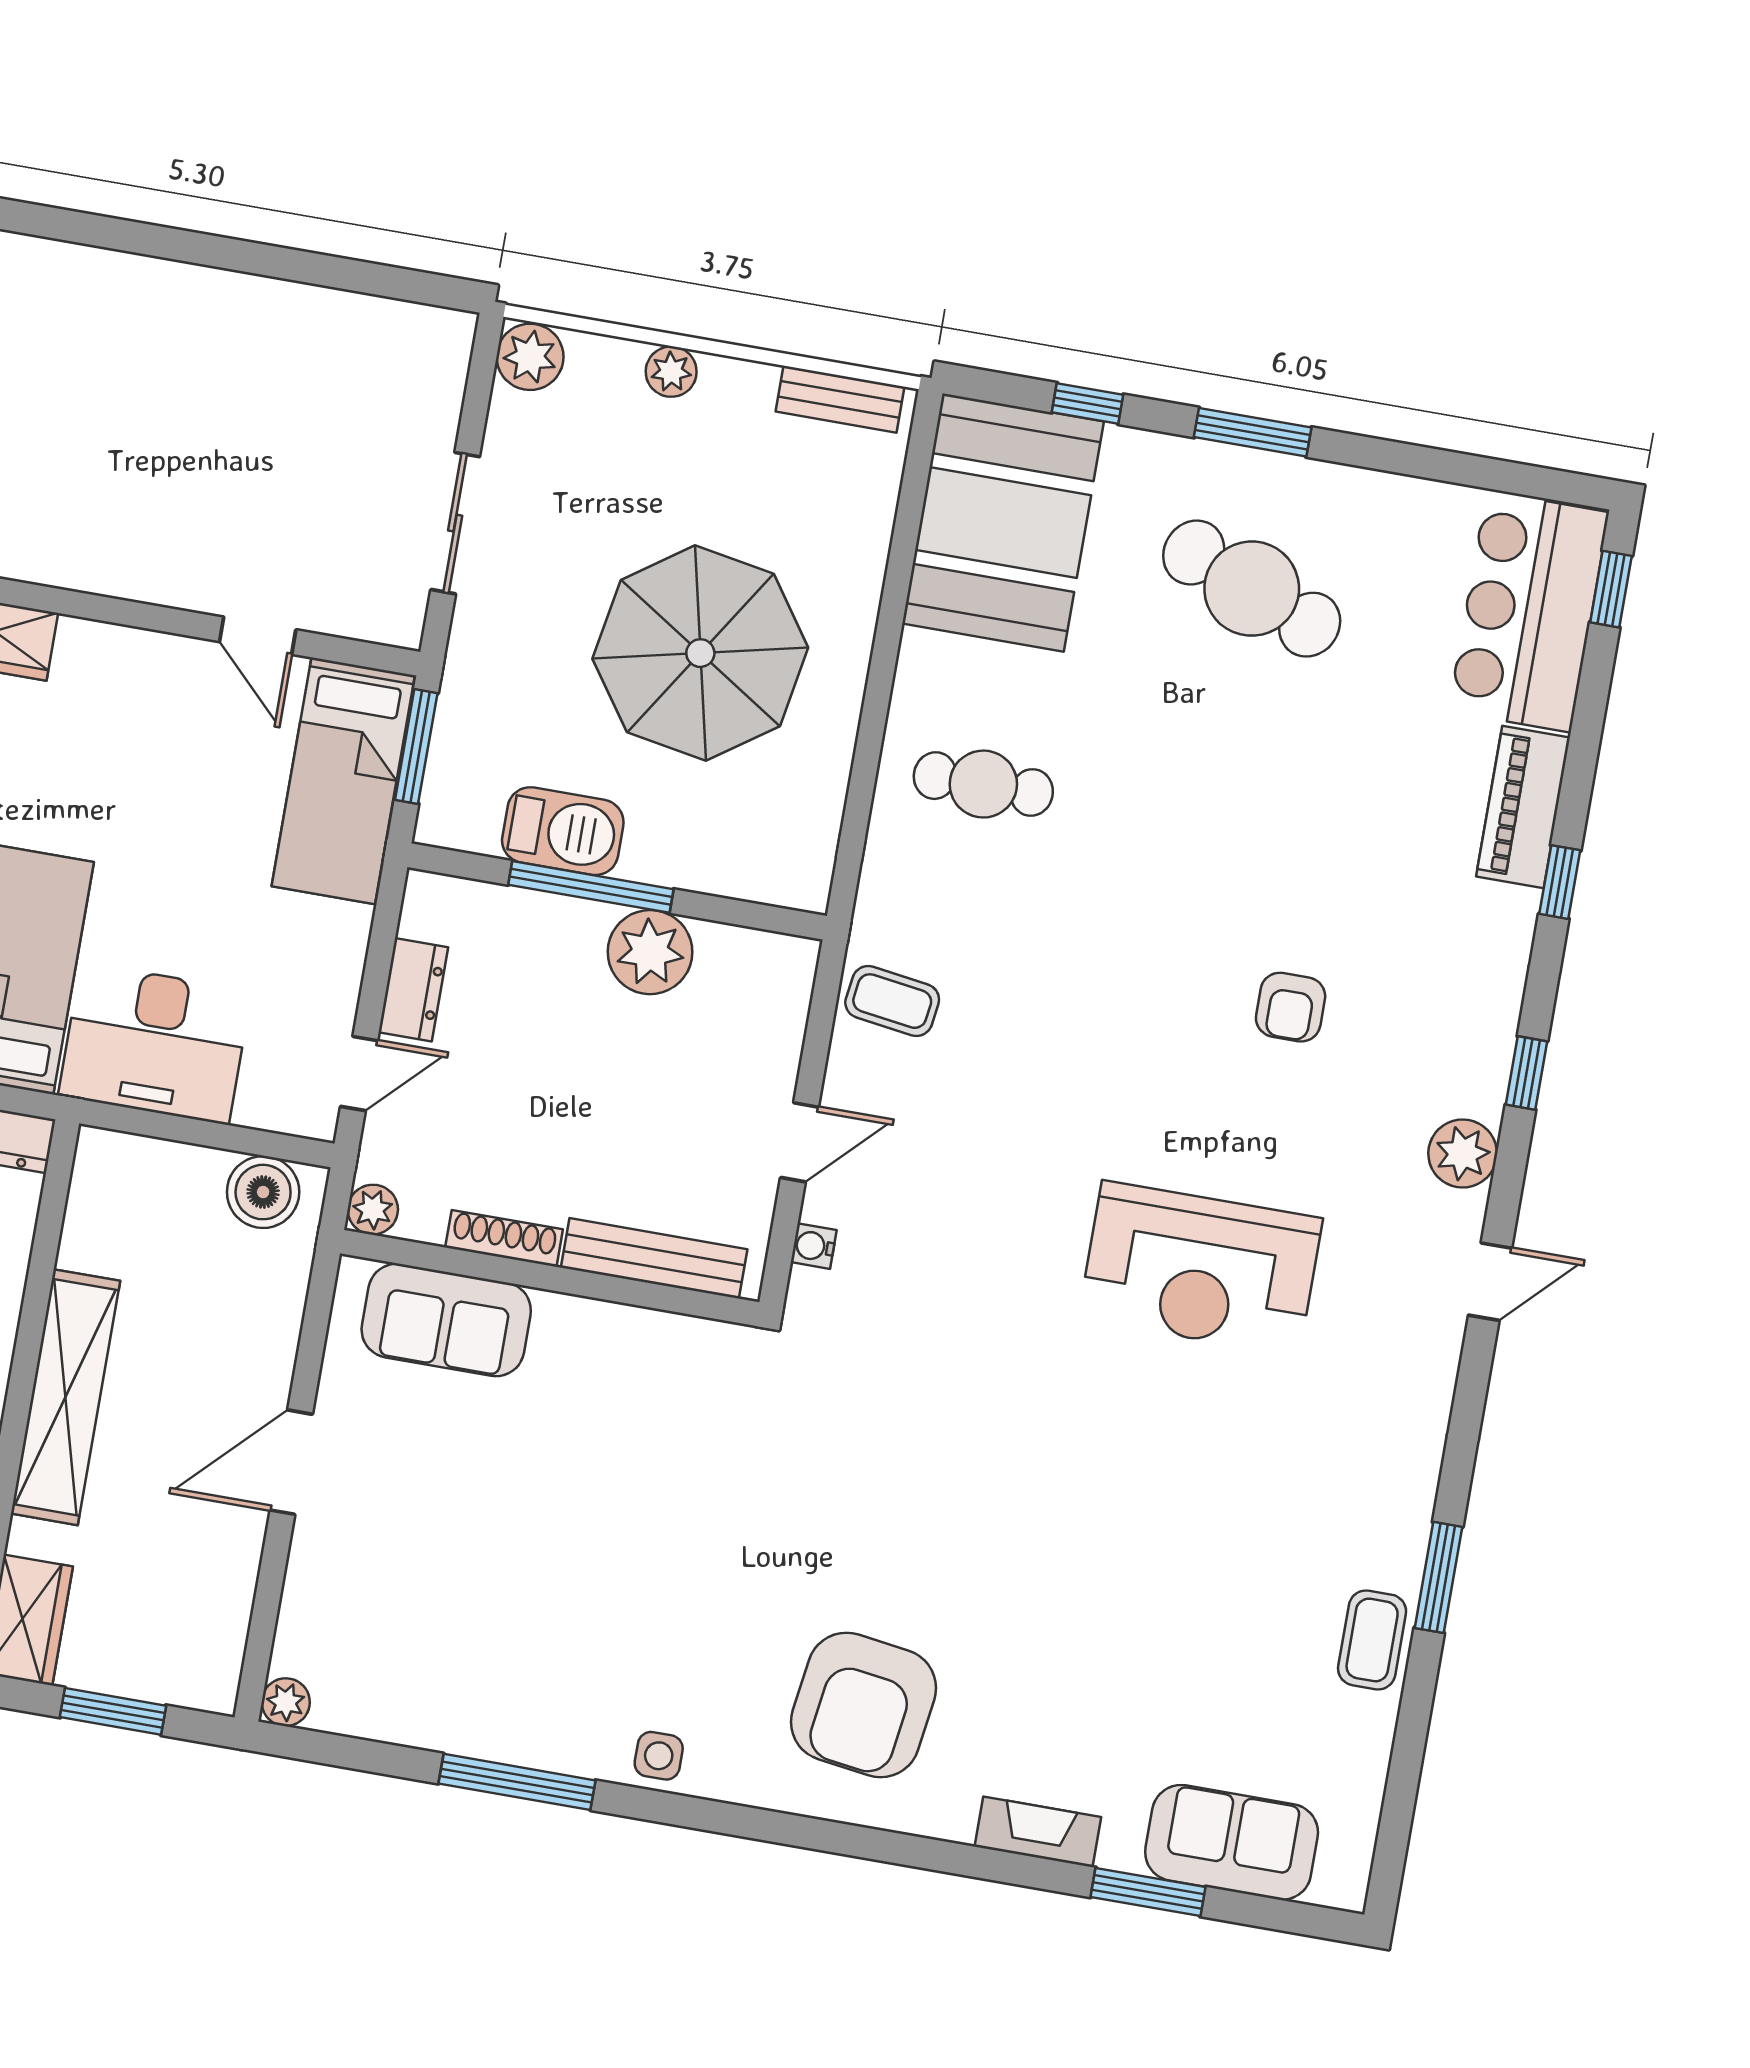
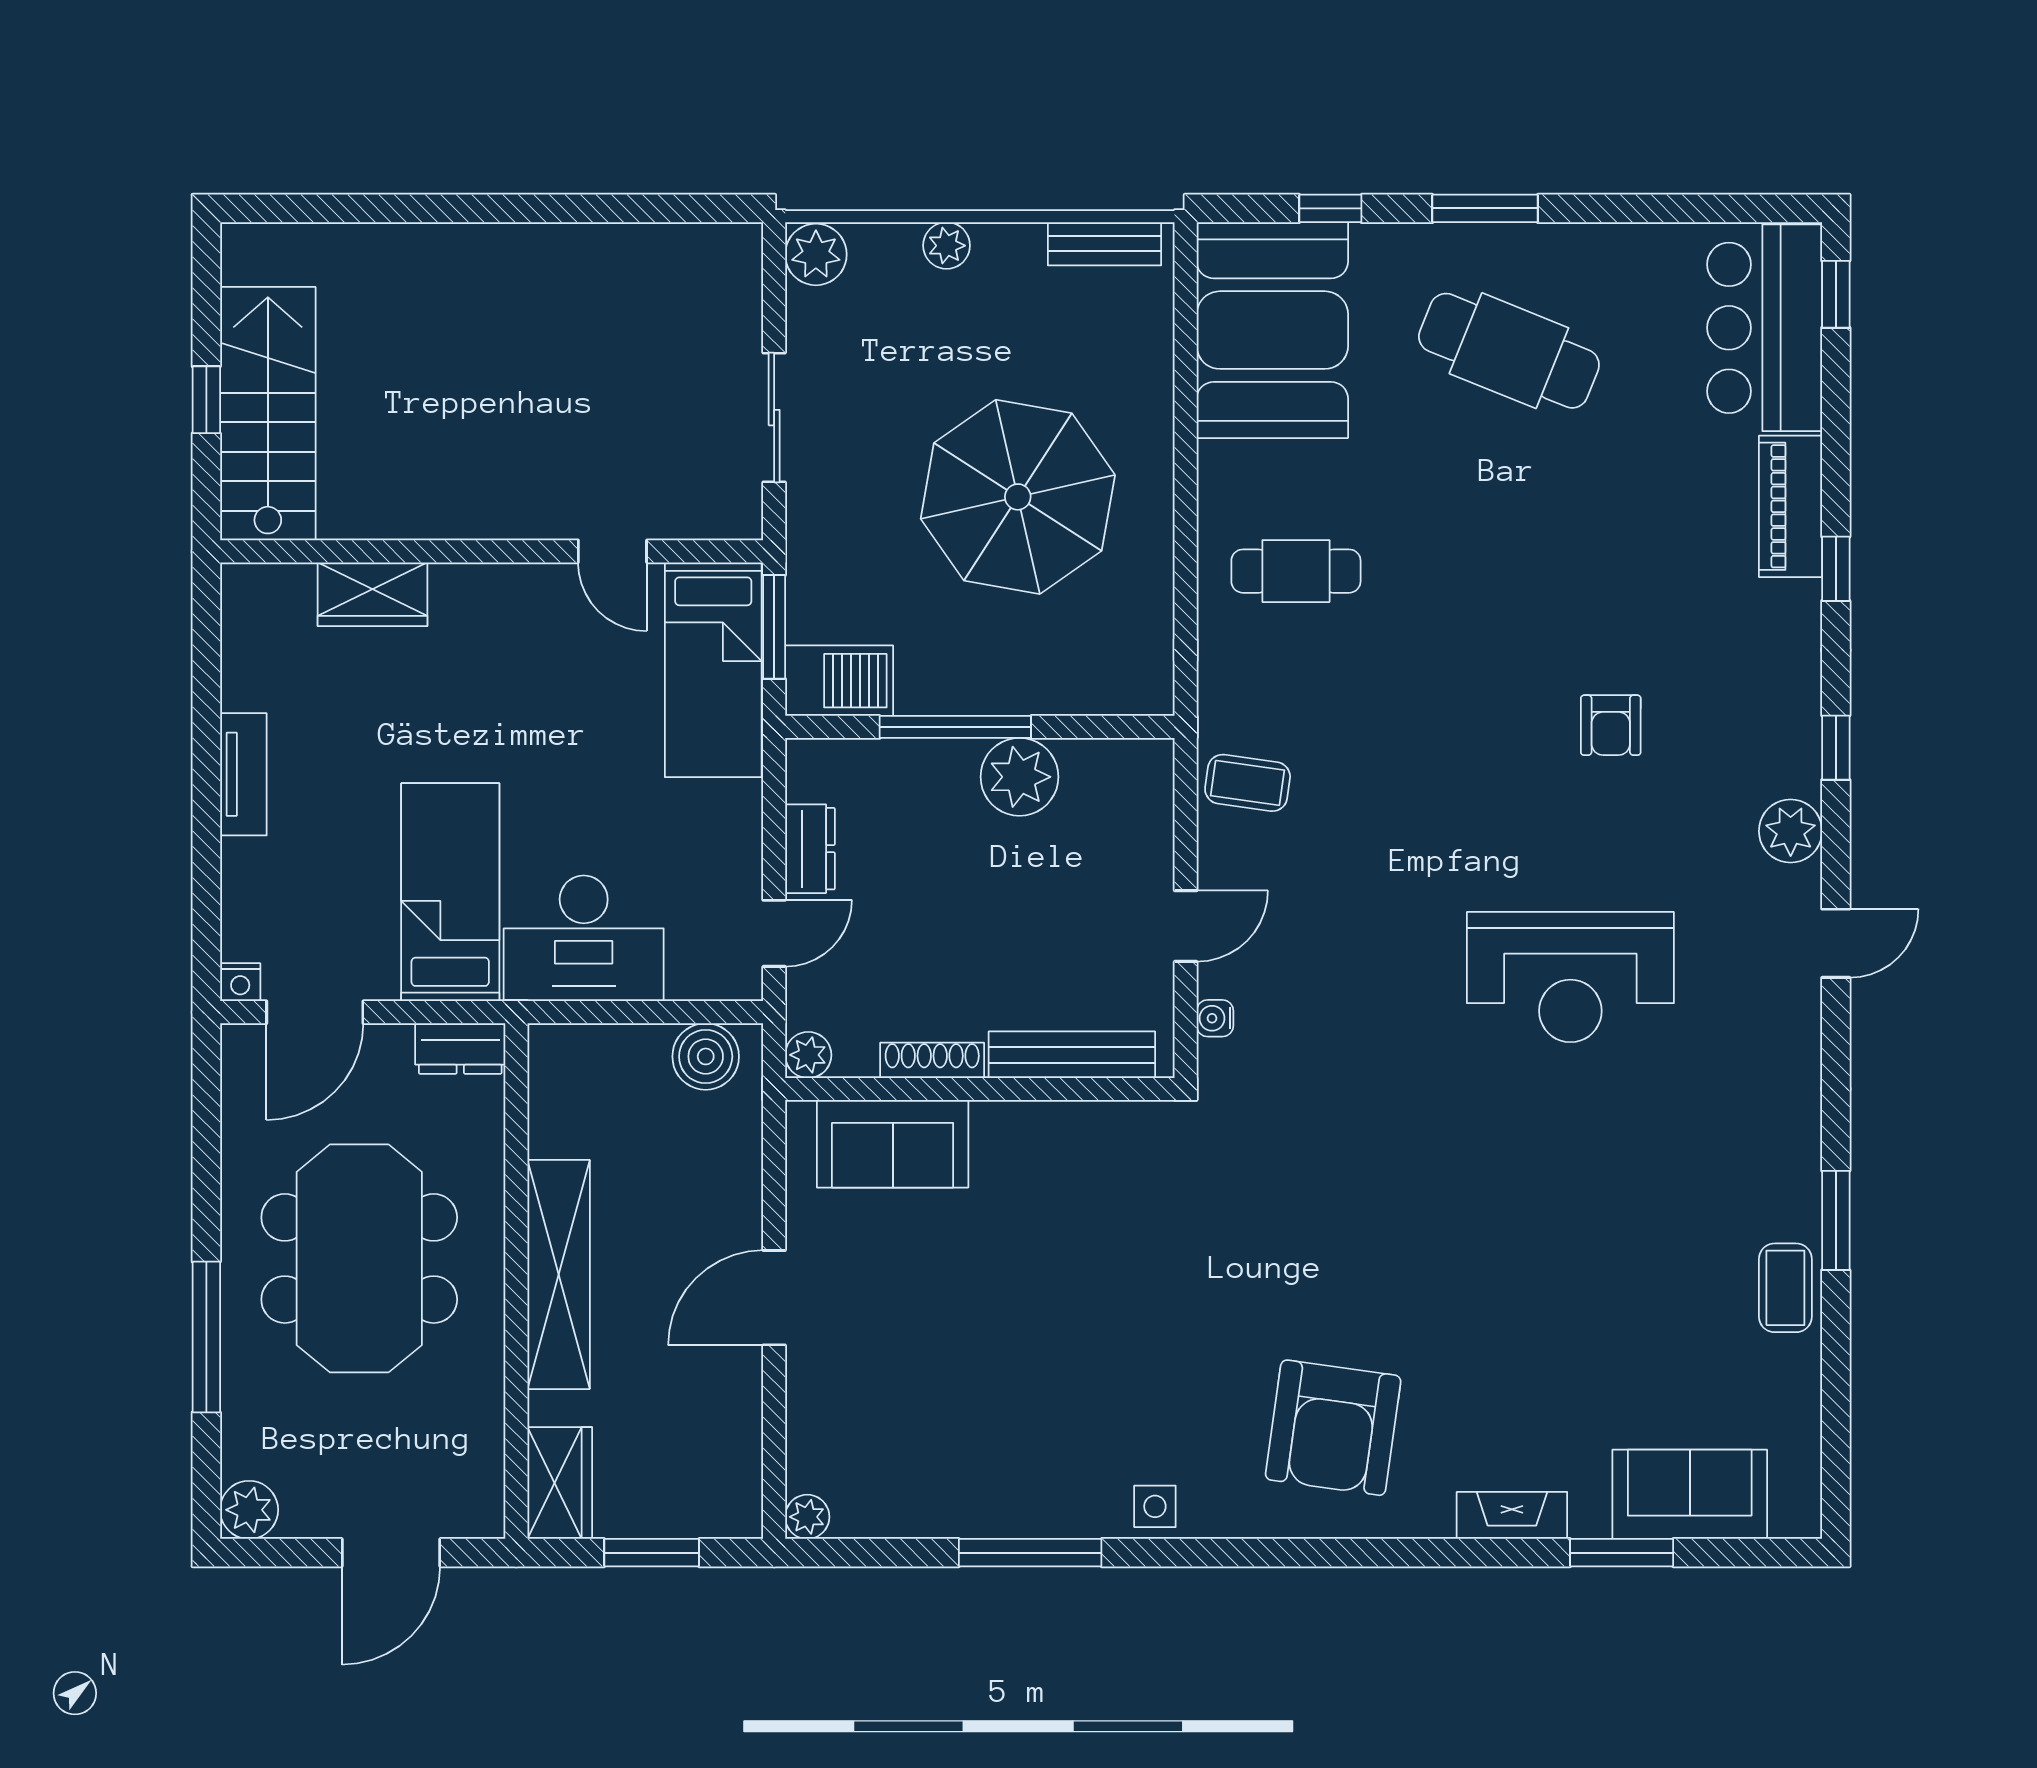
barbecue: (563, 831) -> (839, 681), moved

